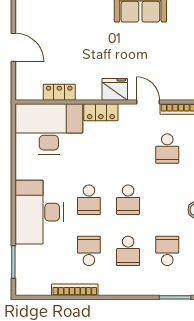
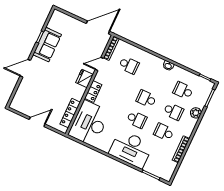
locker: (59, 92) -> (70, 113), width x1.53
school desk: (128, 200) -> (146, 99), turned 180
plant: (142, 287) -> (196, 113), added

